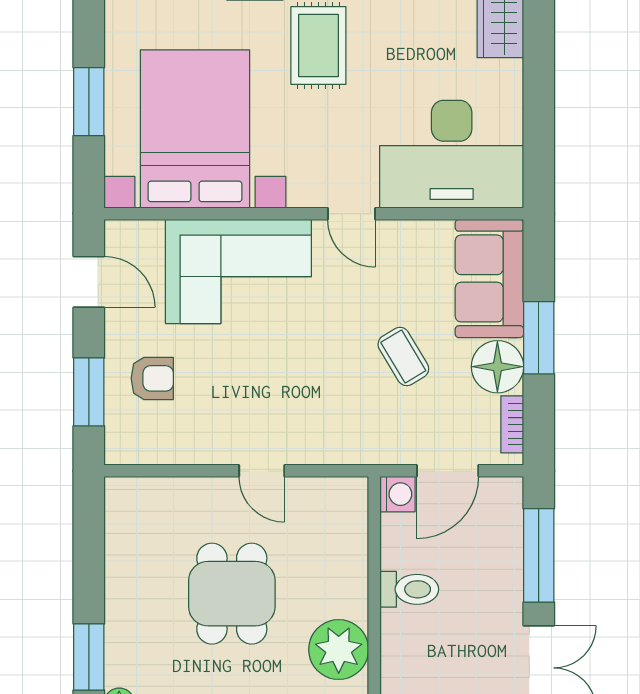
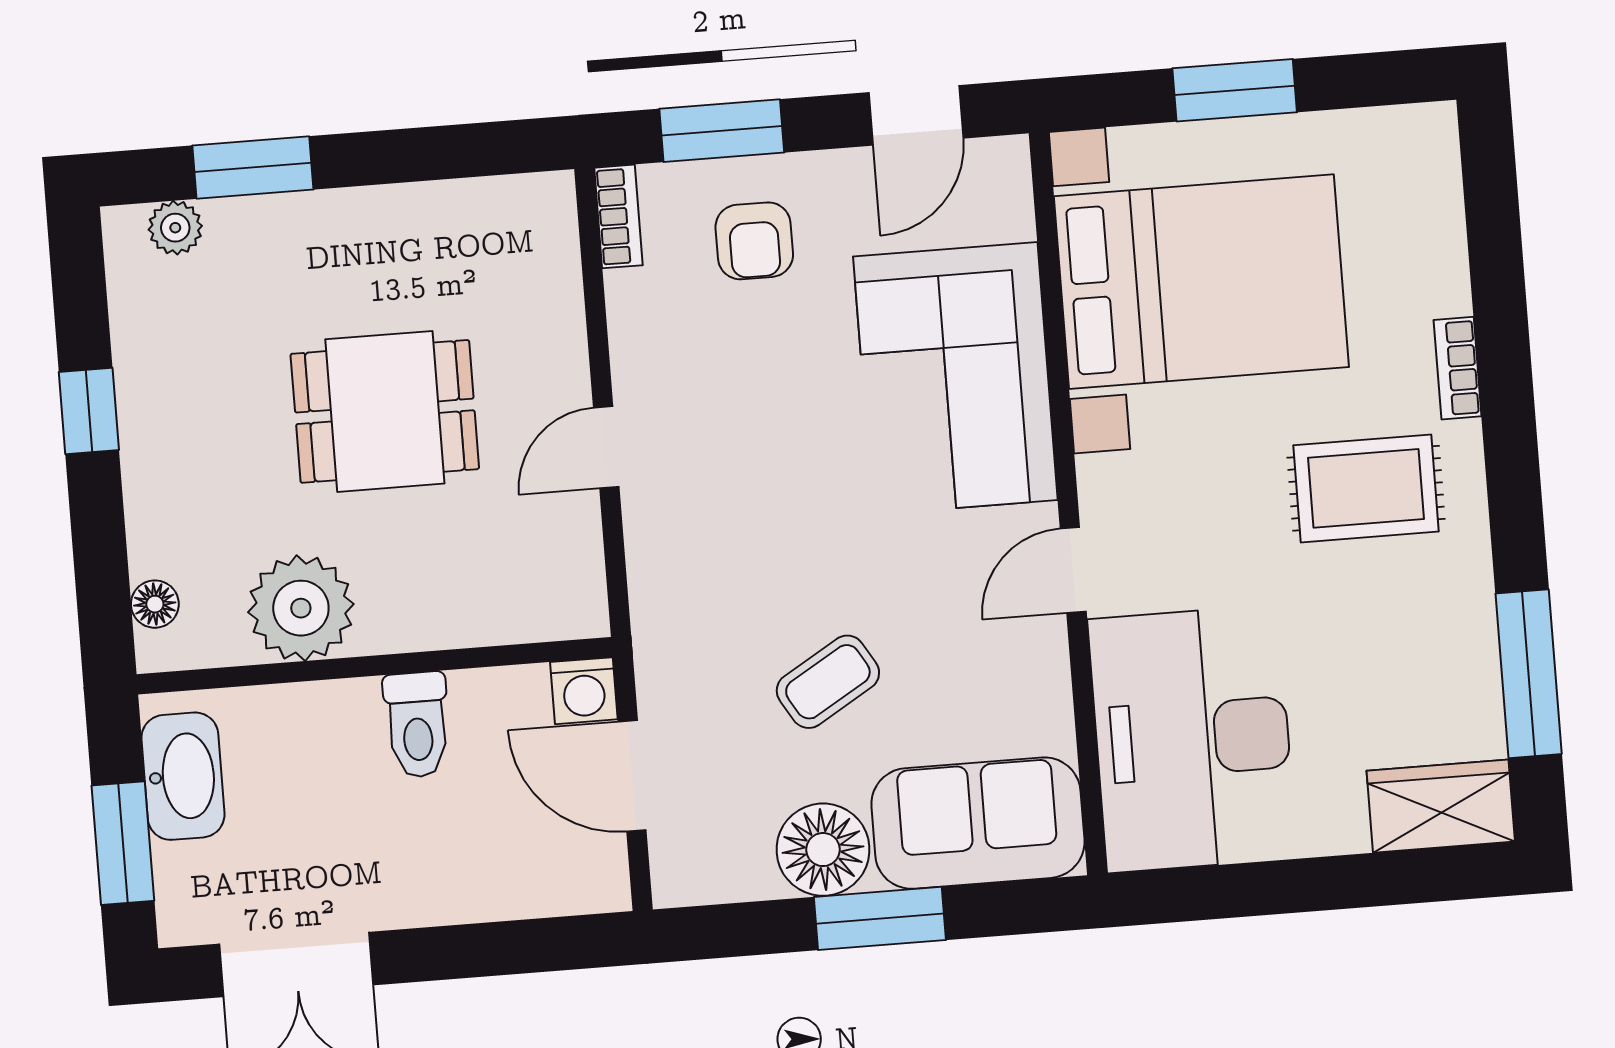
bookcase: (512, 424) -> (618, 216), moved, turned 90
window: (539, 555) -> (495, 949), removed

